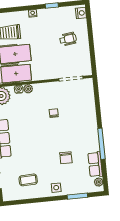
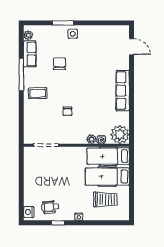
wheelchair: (68, 39) -> (50, 207), moved
coffee table: (28, 180) -> (38, 93), moved
window: (77, 196) -> (63, 23), moved

